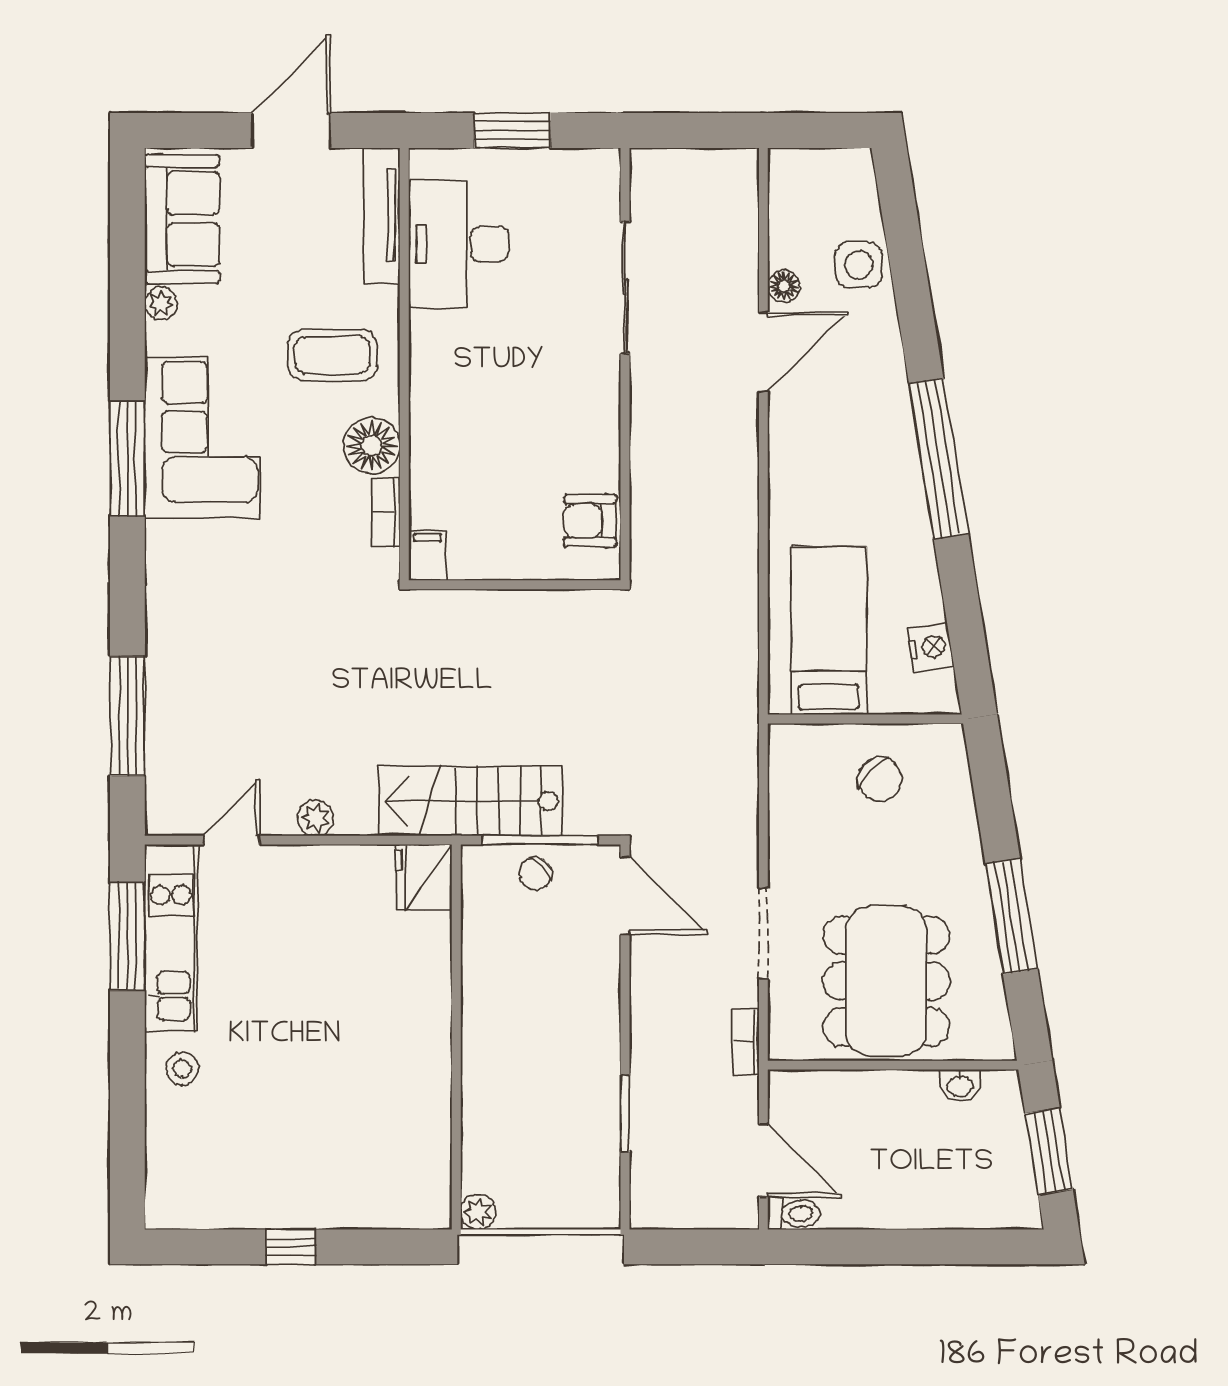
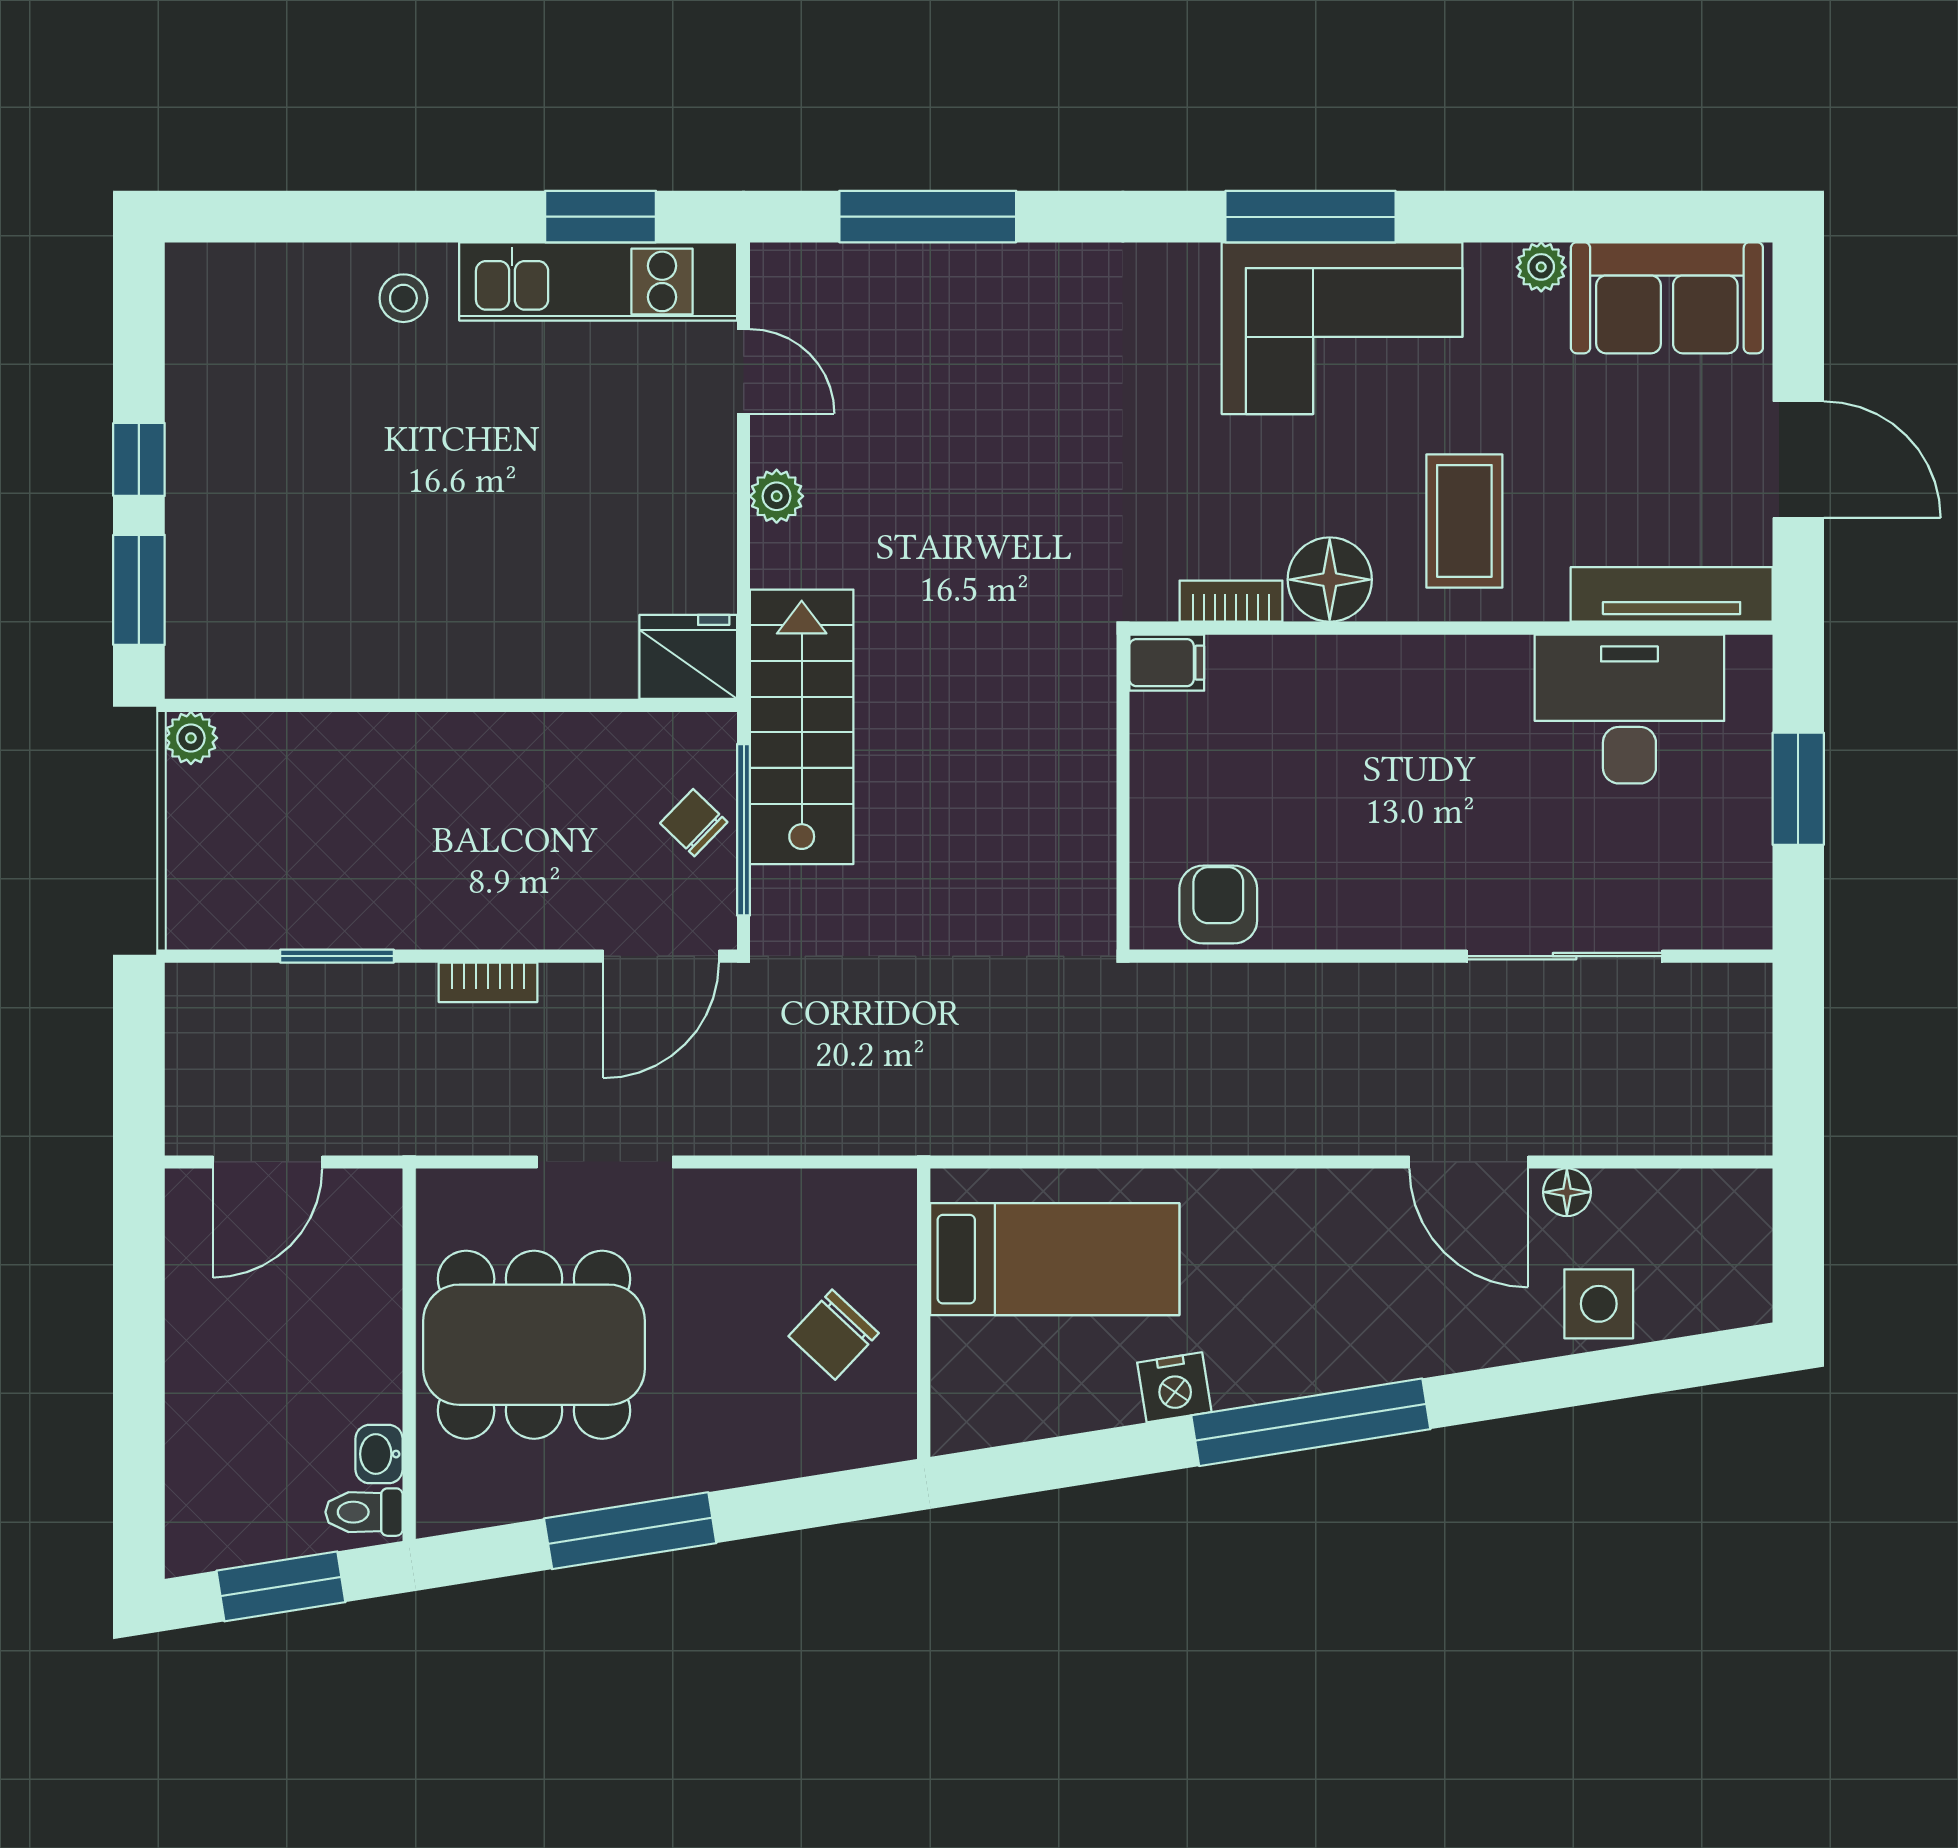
nightstand: (930, 647) -> (1174, 1387), moved
window: (127, 936) -> (601, 217), width x0.69
bookcase: (746, 1041) -> (488, 982), moved, turned 180
toilet: (794, 1214) -> (364, 1512), moved, turned 90
window: (379, 1247) -> (139, 590), added

